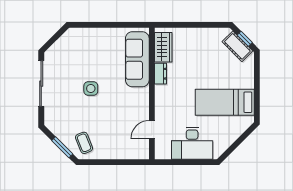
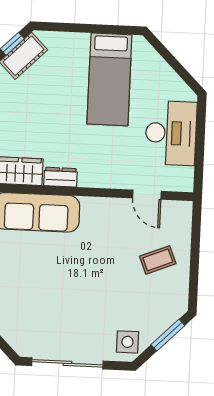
side table: (91, 89) -> (127, 342), moved
coffee table: (84, 143) -> (158, 260), moved

